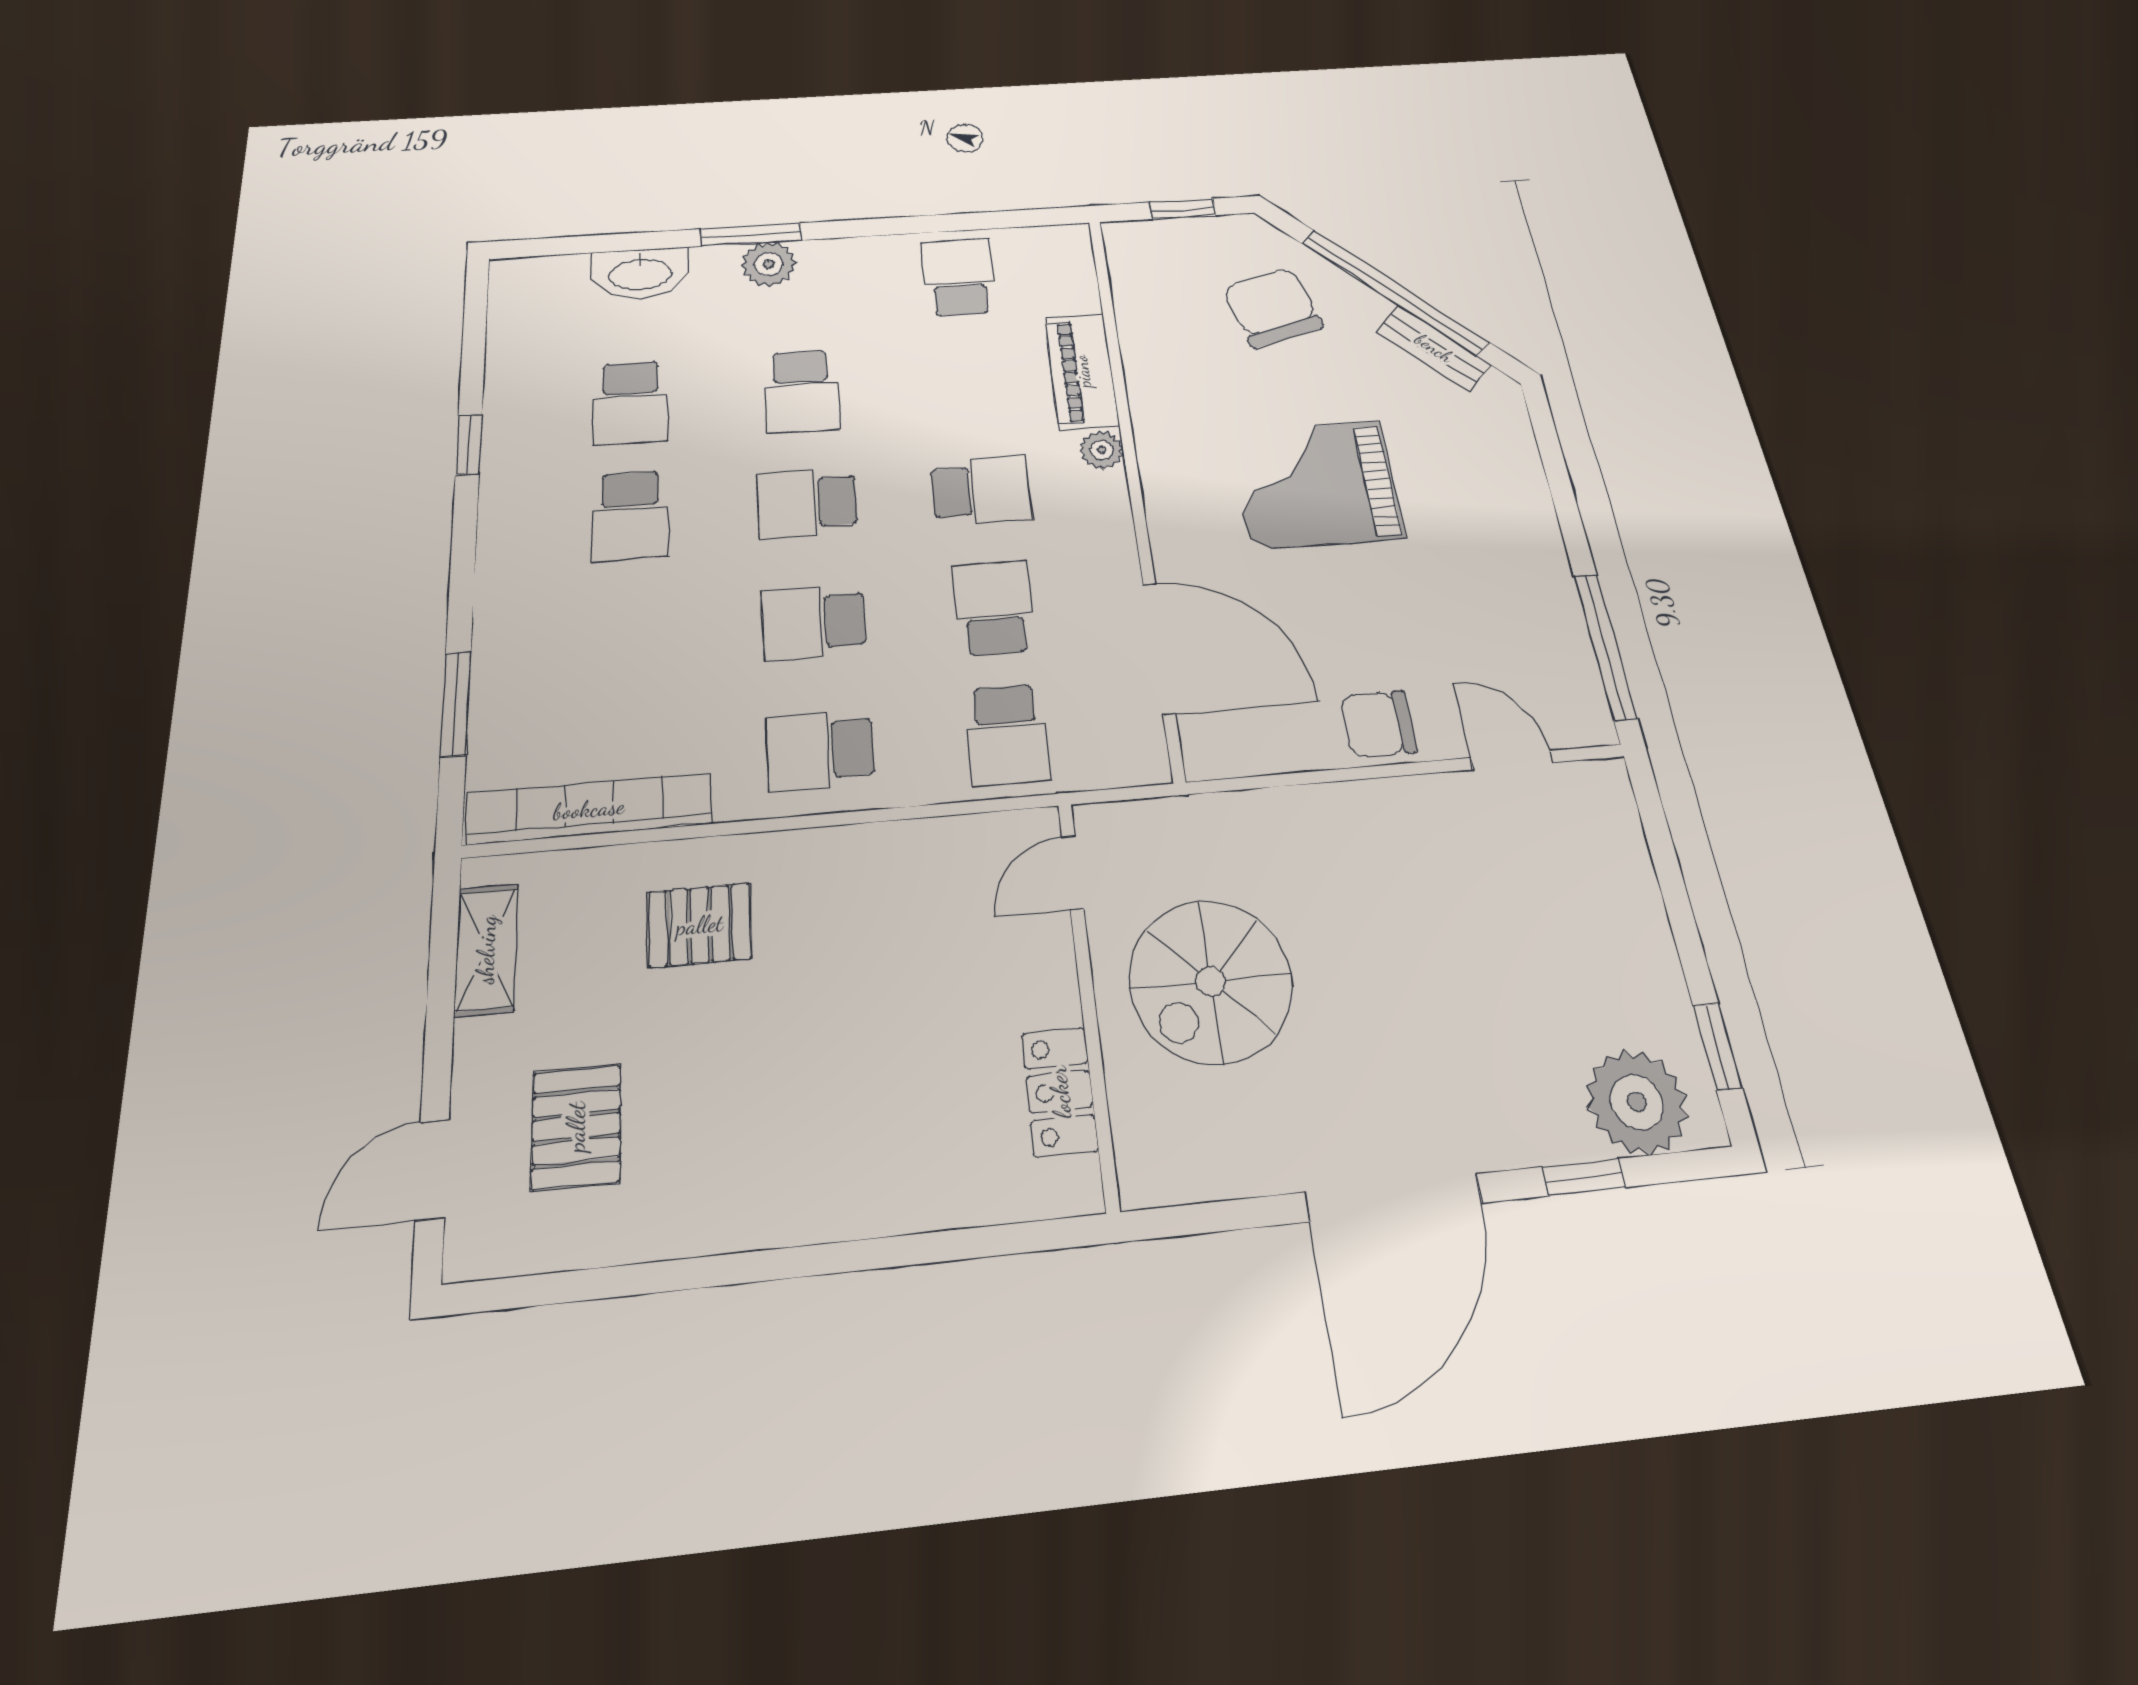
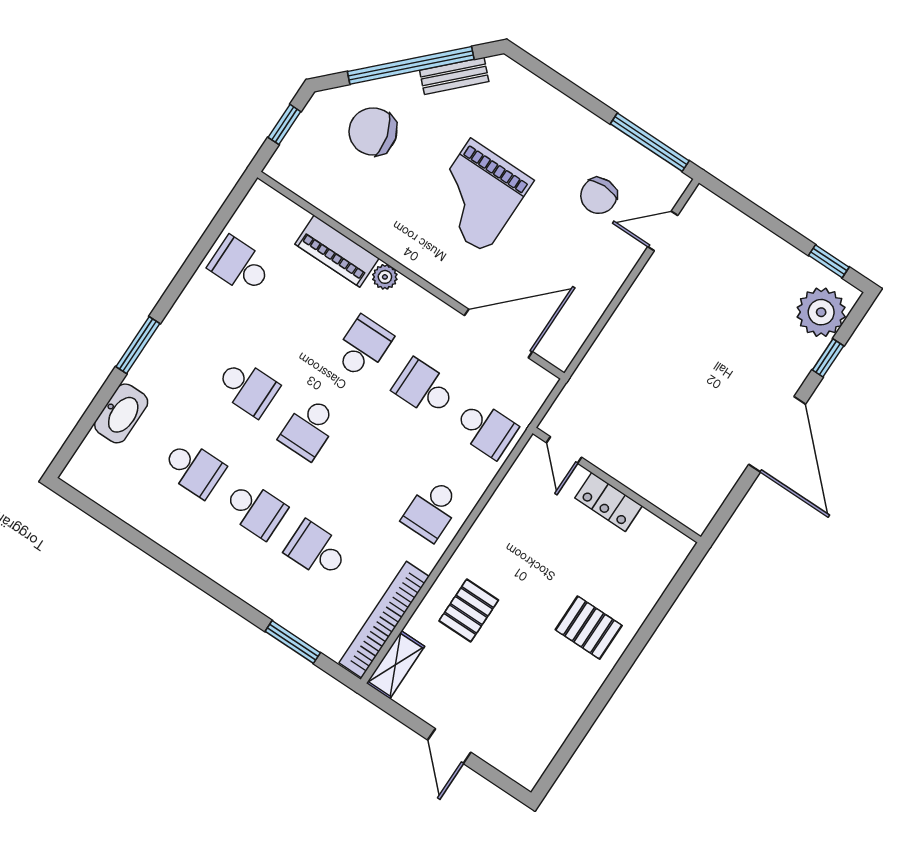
plant: (769, 264) -> (162, 349), removed
window: (469, 444) -> (161, 555), removed
school desk: (813, 622) -> (317, 550), moved, turned 90
chair: (1378, 724) -> (599, 196), moved
shelving: (486, 950) -> (395, 665), moved, turned 90
spiral stairs: (1211, 981) -> (649, 433), removed
locker: (1060, 1092) -> (609, 502), moved
pallet: (576, 1127) -> (589, 628), moved
door: (432, 1170) -> (449, 746), moved

